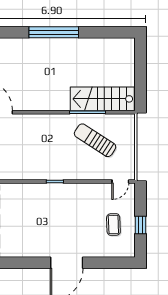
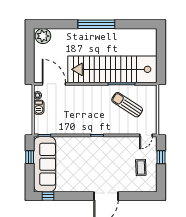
stairs: (102, 99) -> (112, 69), width x1.86, depth x1.51
window: (141, 225) -> (161, 157), moved

